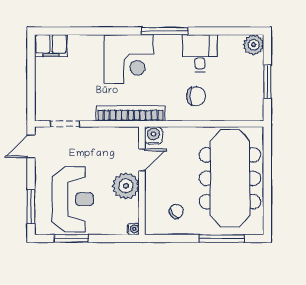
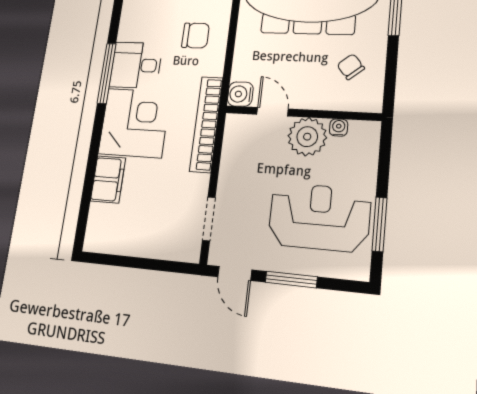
filing cabinet: (51, 45) -> (108, 179), moved
desk: (200, 53) -> (136, 65), moved
chair: (196, 96) -> (196, 35), turned 90
window: (31, 207) -> (291, 279), moved
water cooler: (133, 229) -> (339, 128), moved

